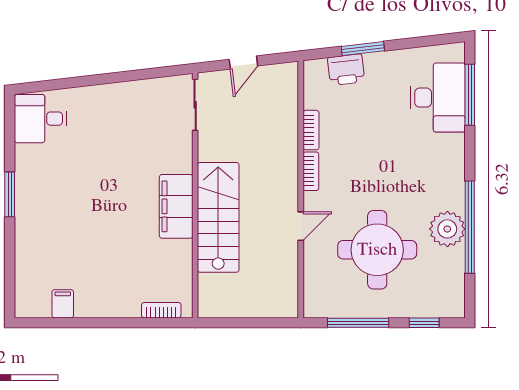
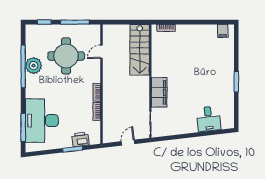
desk: (438, 98) -> (42, 121), width x1.36, depth x1.30
desk: (40, 119) -> (209, 119), moved, turned 83
filing cabinet: (176, 206) -> (159, 92), moved
stairs: (218, 217) -> (140, 50), moved
door: (301, 226) -> (101, 52), moved
filing cabinet: (63, 304) -> (223, 31), moved

